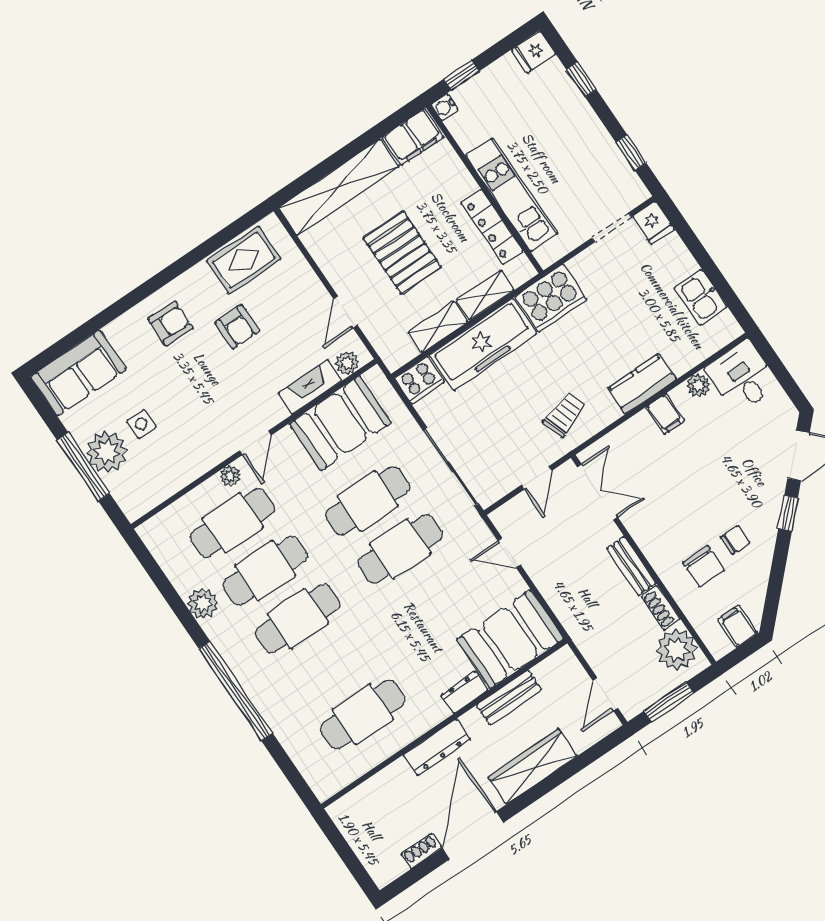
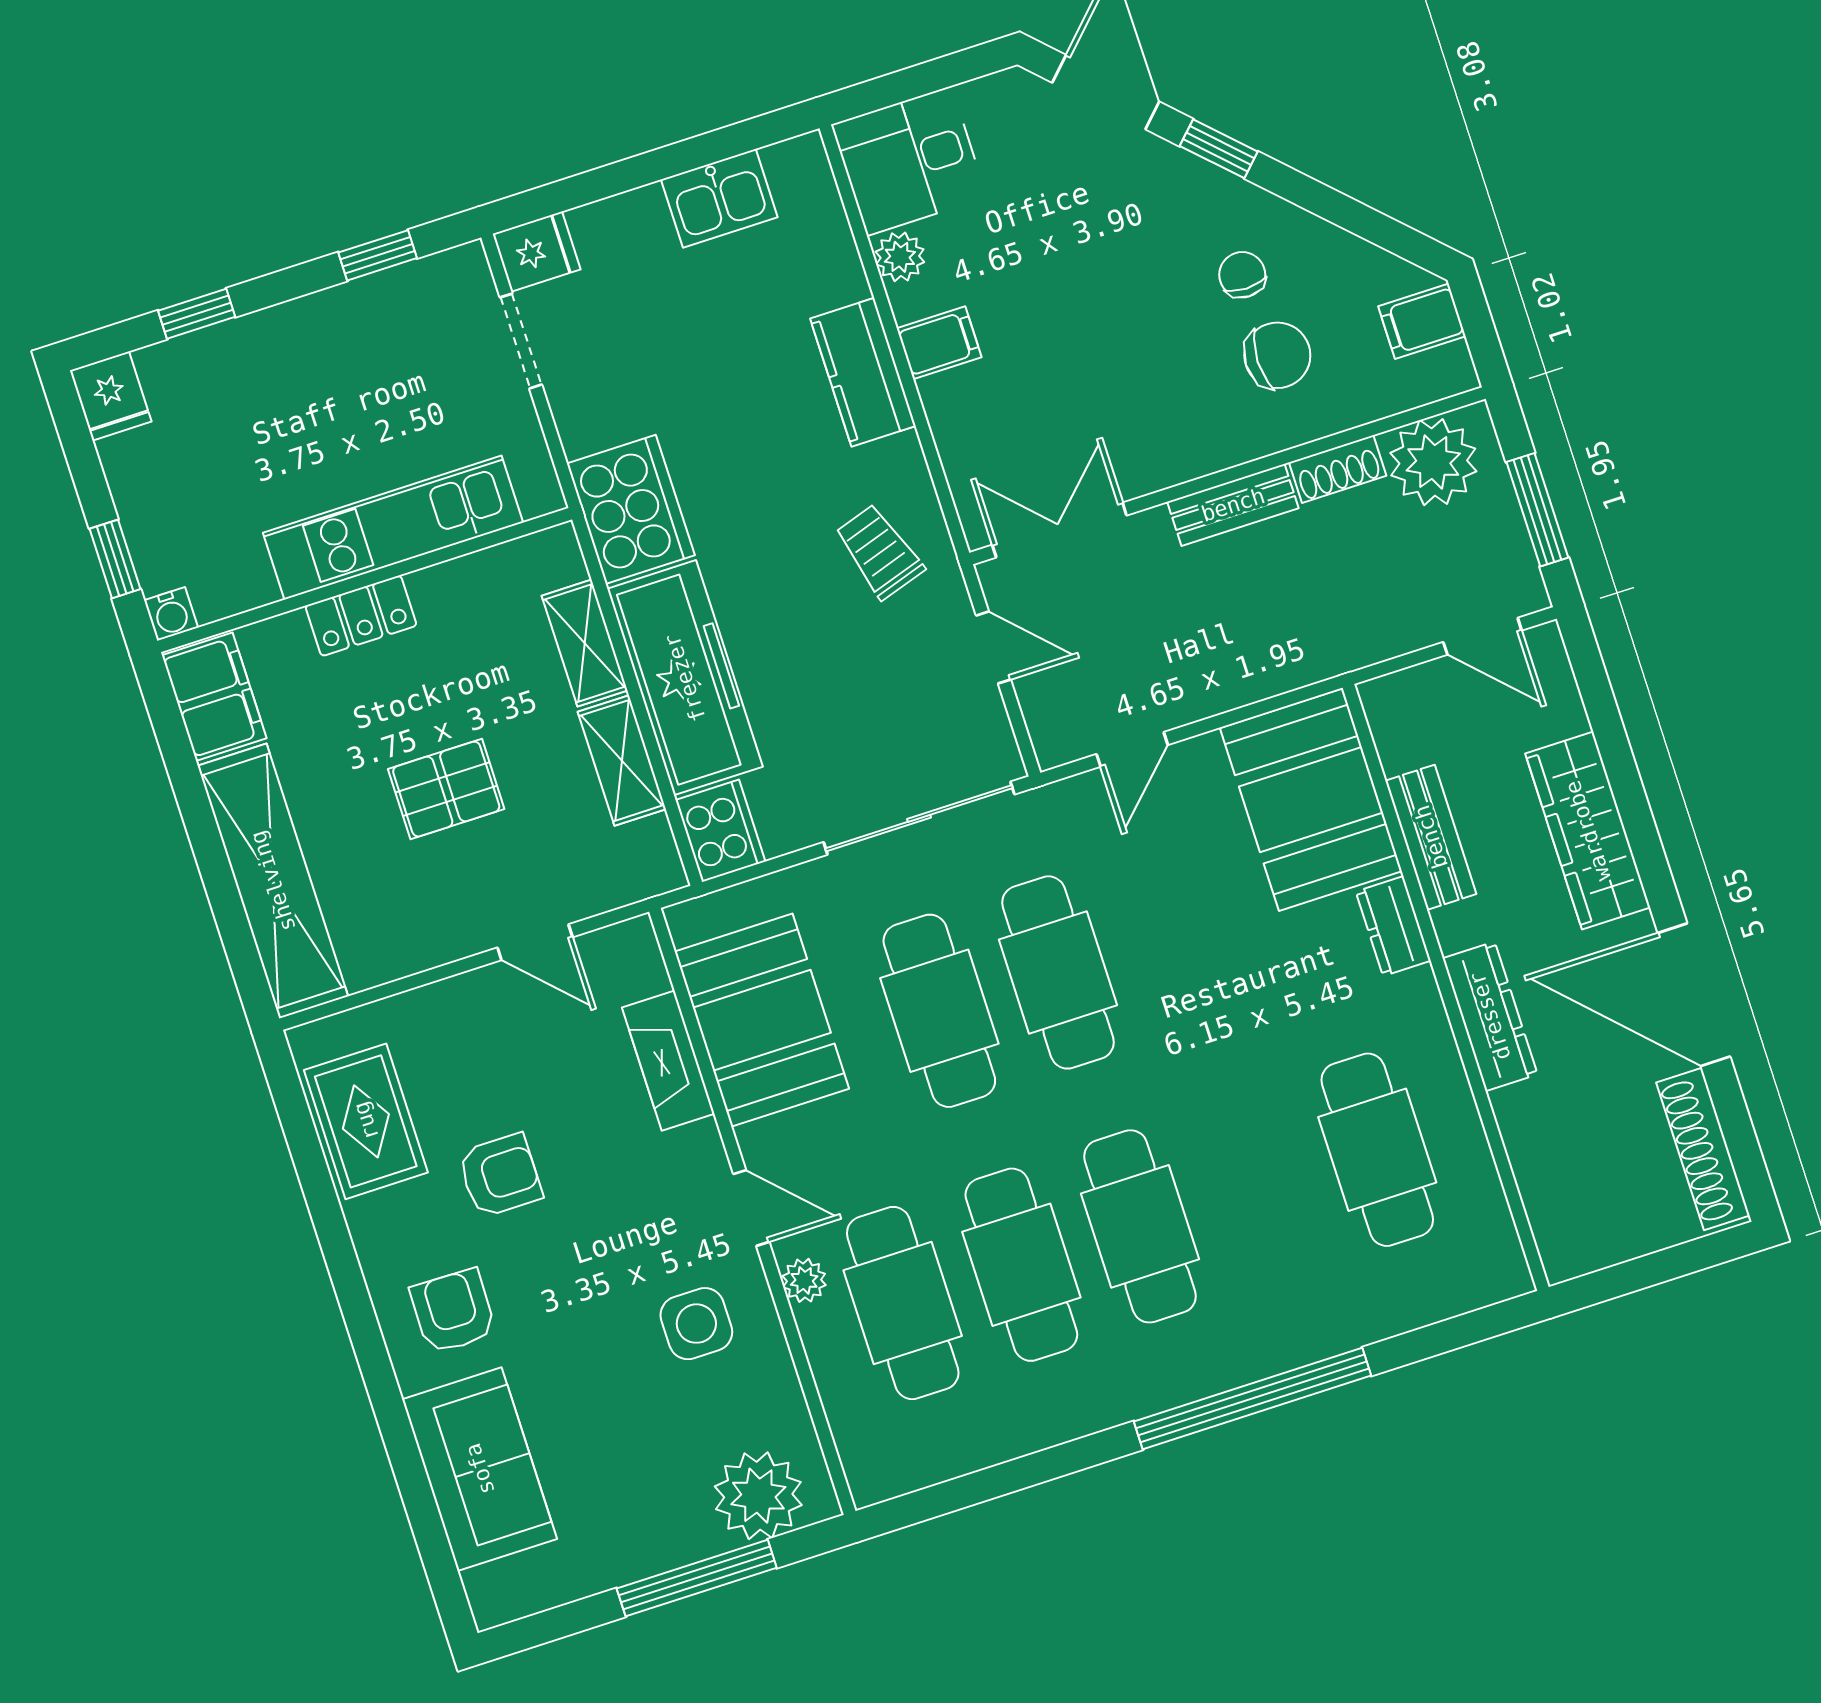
locker: (492, 227) -> (361, 616), moved, width x0.66
pallet: (402, 253) -> (446, 789), width x0.67, depth x0.71
plant: (347, 363) -> (641, 970), removed
sofa: (79, 373) -> (480, 1469), moved
side table: (141, 424) -> (696, 1324), moved, width x1.37, depth x1.37
plant: (107, 452) -> (758, 1496), moved
plant: (203, 603) -> (1051, 1413), removed
shoe rack: (421, 851) -> (1703, 1149), width x1.94, depth x1.24

